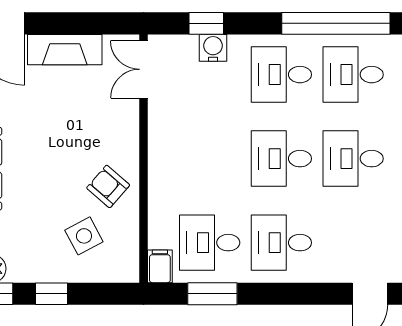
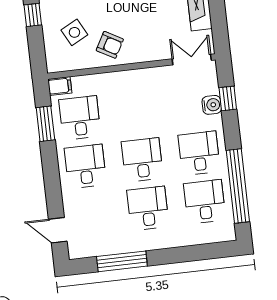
armchair: (108, 186) -> (110, 45), turned 78

